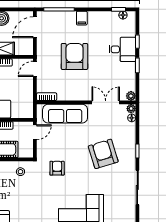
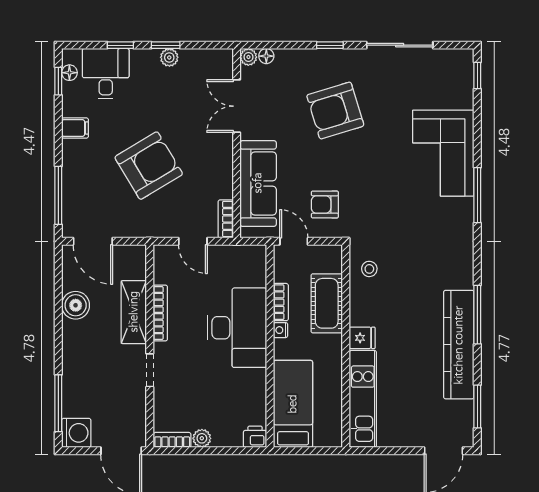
filing cabinet: (82, 18) -> (75, 128), moved
desk: (122, 49) -> (106, 74), moved
armchair: (74, 56) -> (149, 166), turned 149
door: (35, 69) -> (193, 241), moved
plant: (131, 96) -> (169, 57), moved
armchair: (57, 168) -> (325, 205), moved

